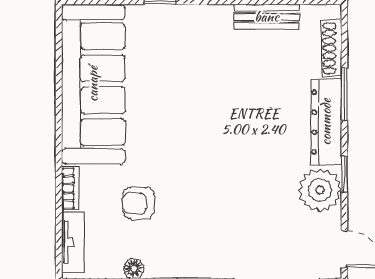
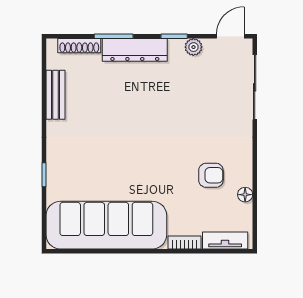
plant: (320, 190) -> (193, 47), width x0.53, depth x0.53
armchair: (138, 203) -> (211, 175), moved, turned -90

